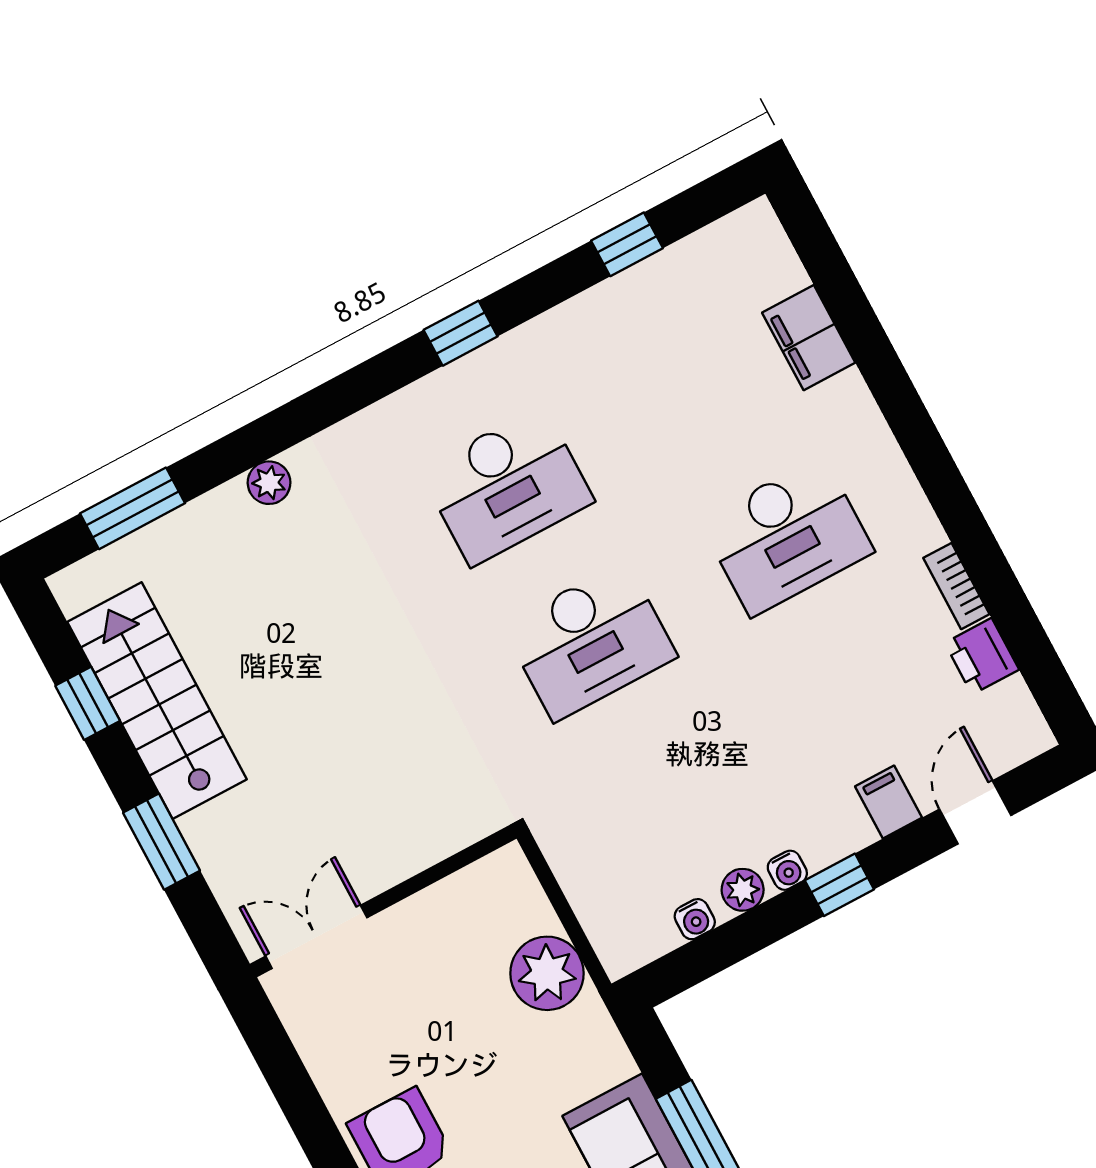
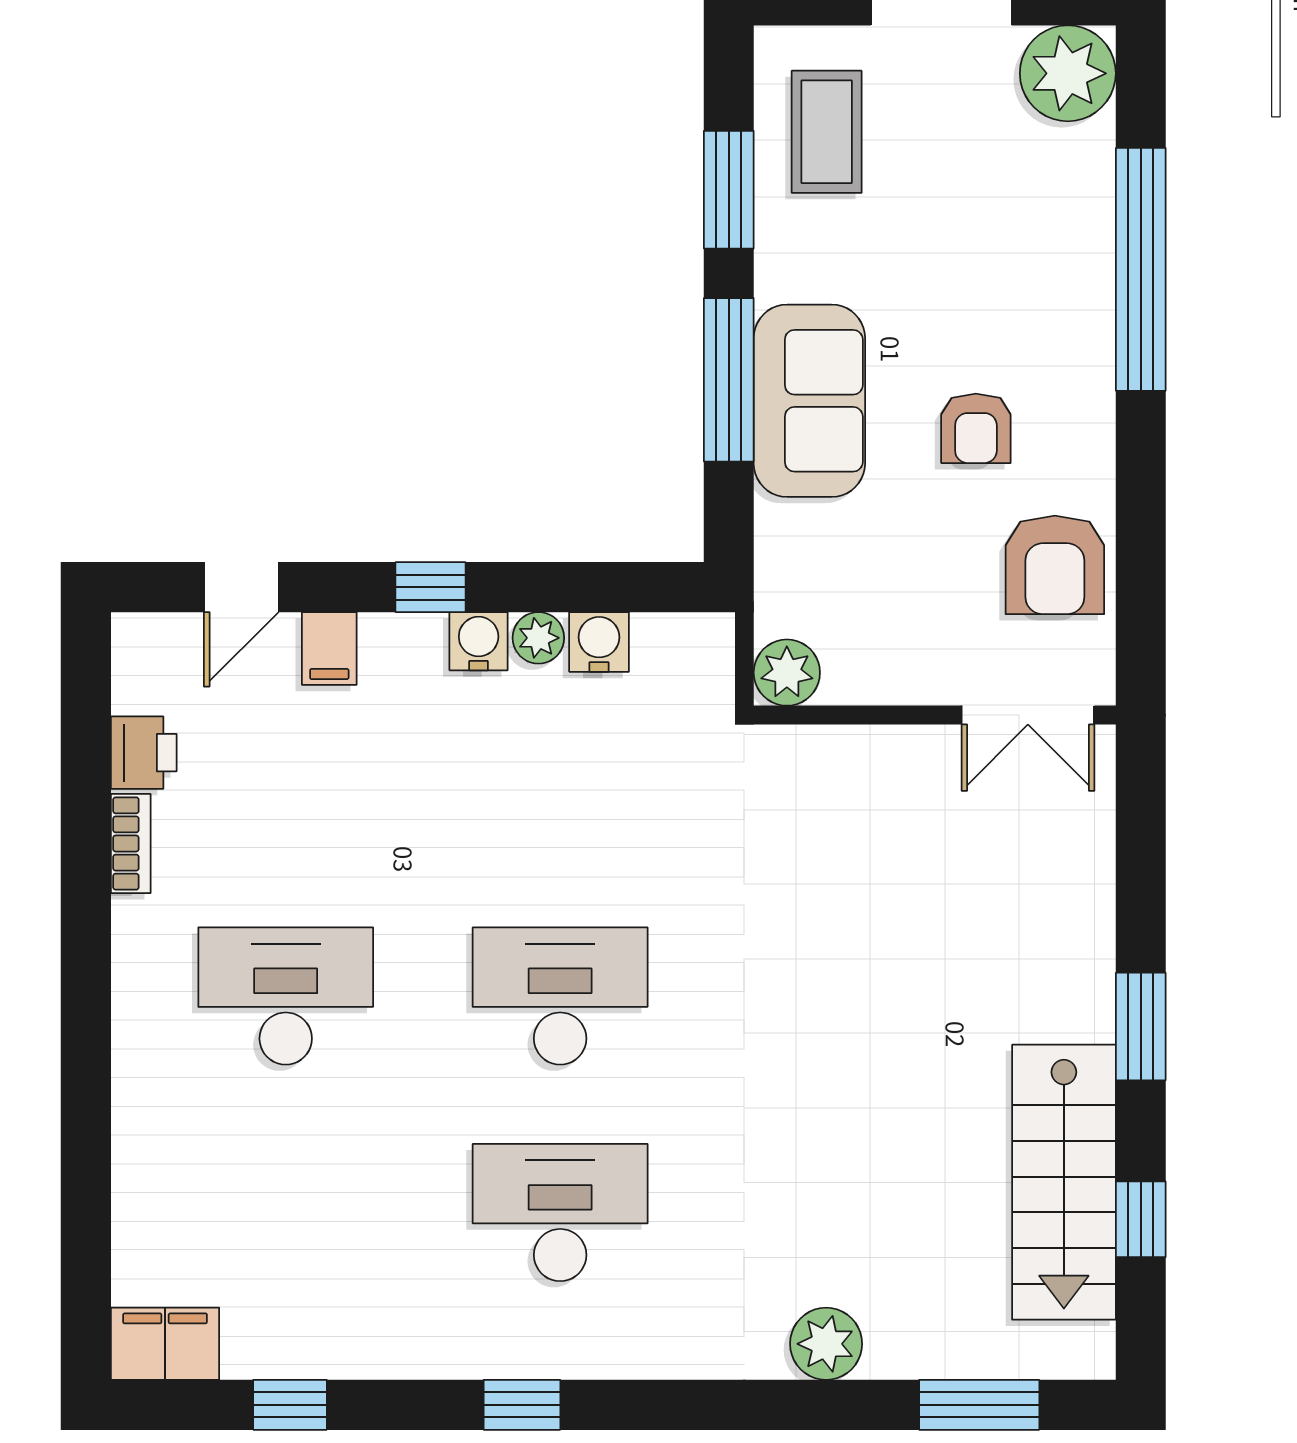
filing cabinet: (809, 338) -> (165, 1344), moved, turned -90
plant: (269, 483) -> (826, 1344), width x1.38, depth x1.38
water cooler: (787, 870) -> (479, 641), width x1.38, depth x1.38
wall: (383, 901) -> (935, 715), moved
water cooler: (695, 919) -> (599, 642), width x1.38, depth x1.38
double door: (316, 937) -> (1028, 715), moved
plant: (547, 973) -> (787, 673), width x0.73, depth x0.73

